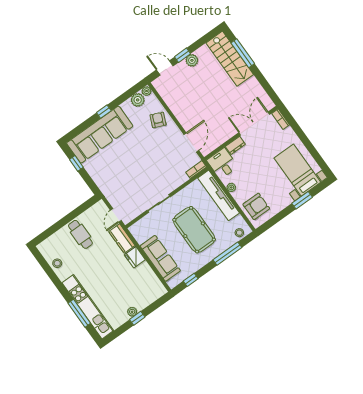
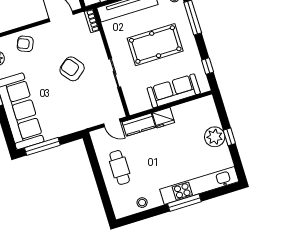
window: (76, 163) -> (42, 146), width x2.17
armchair: (150, 166) -> (72, 69), added
cafe table: (80, 234) -> (120, 167), turned 90
plant: (132, 312) -> (215, 137), width x1.87, depth x1.87
window: (79, 313) -> (184, 203), moved

